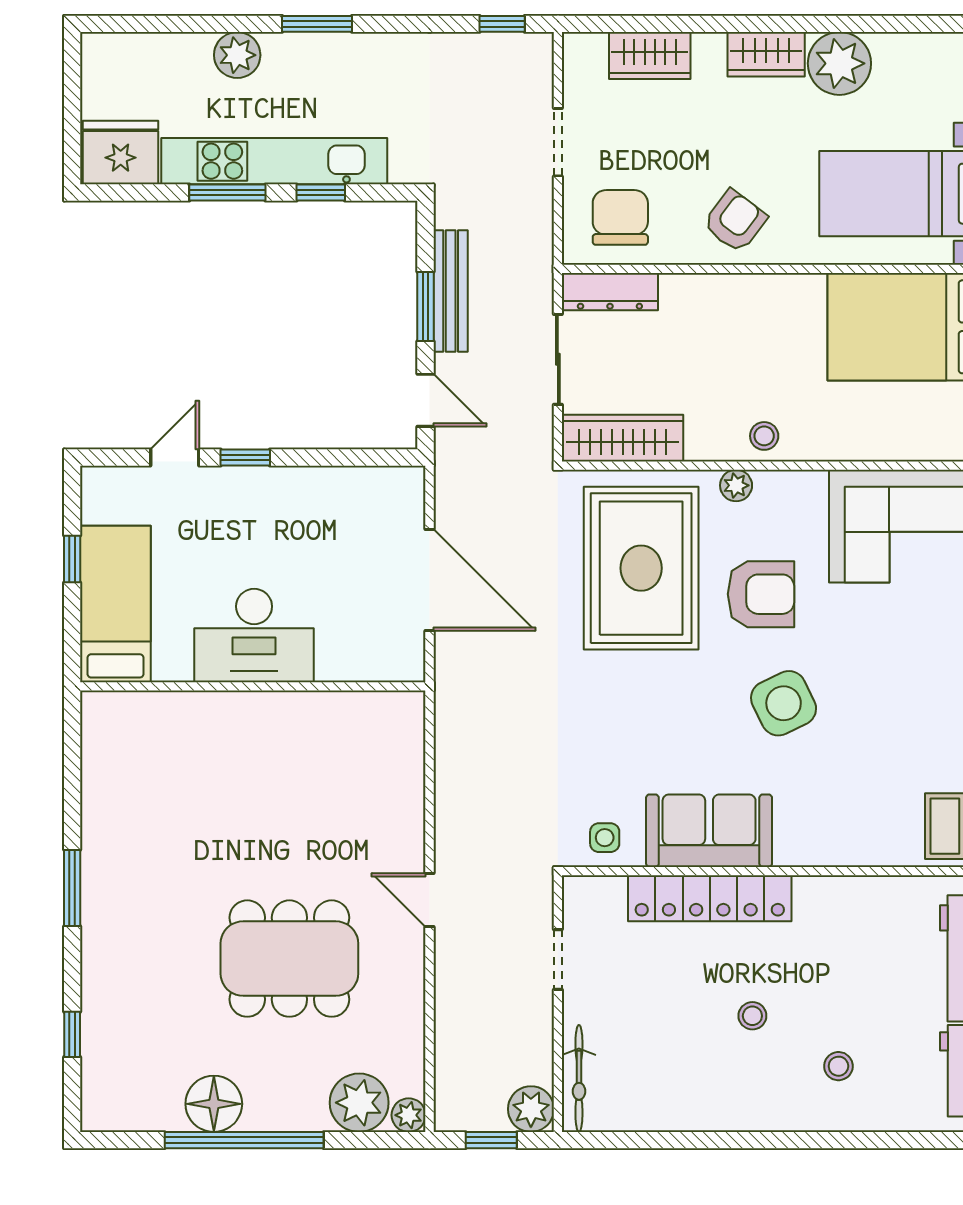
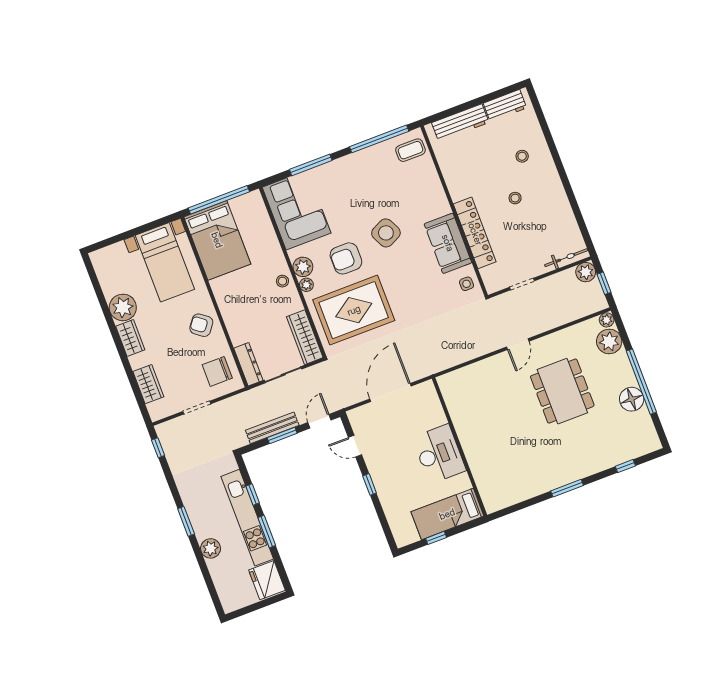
door: (175, 458) -> (355, 446), moved
plant: (778, 493) -> (303, 267), added
armchair: (761, 594) -> (346, 258), turned -90

